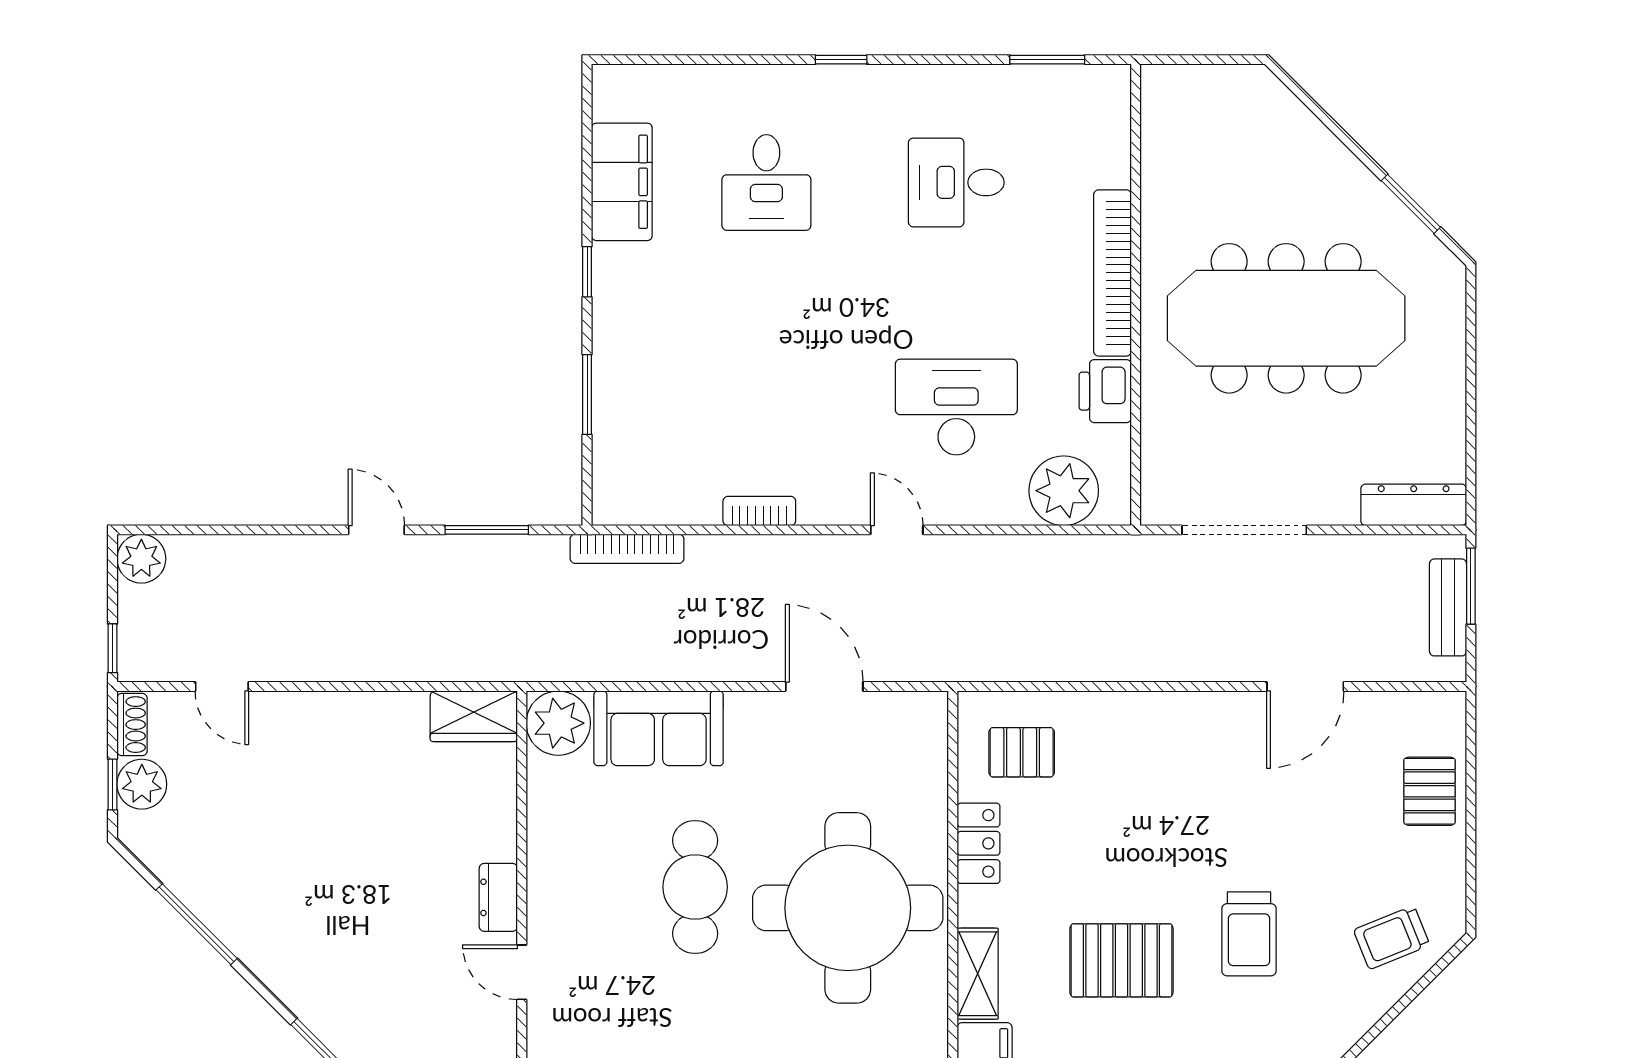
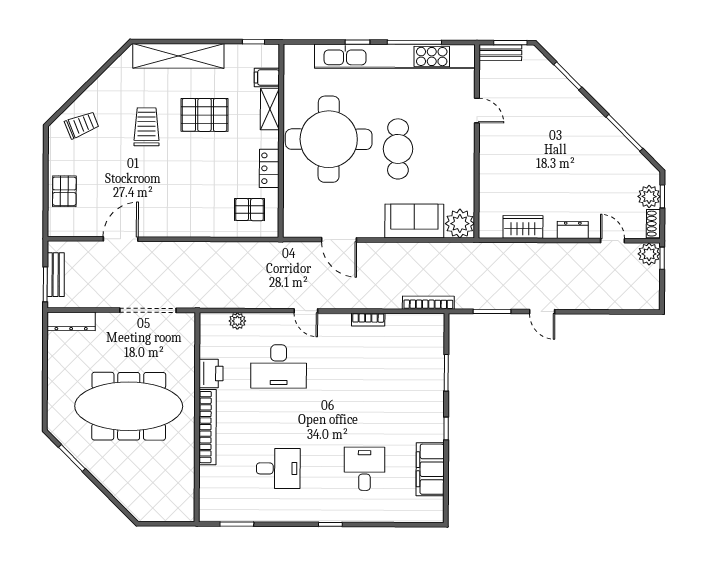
plant: (1064, 491) -> (237, 321), width x0.53, depth x0.53
plant: (141, 559) -> (649, 254), moved
wardrobe: (474, 716) -> (523, 227), moved
dresser: (498, 897) -> (573, 230), moved, turned -90

